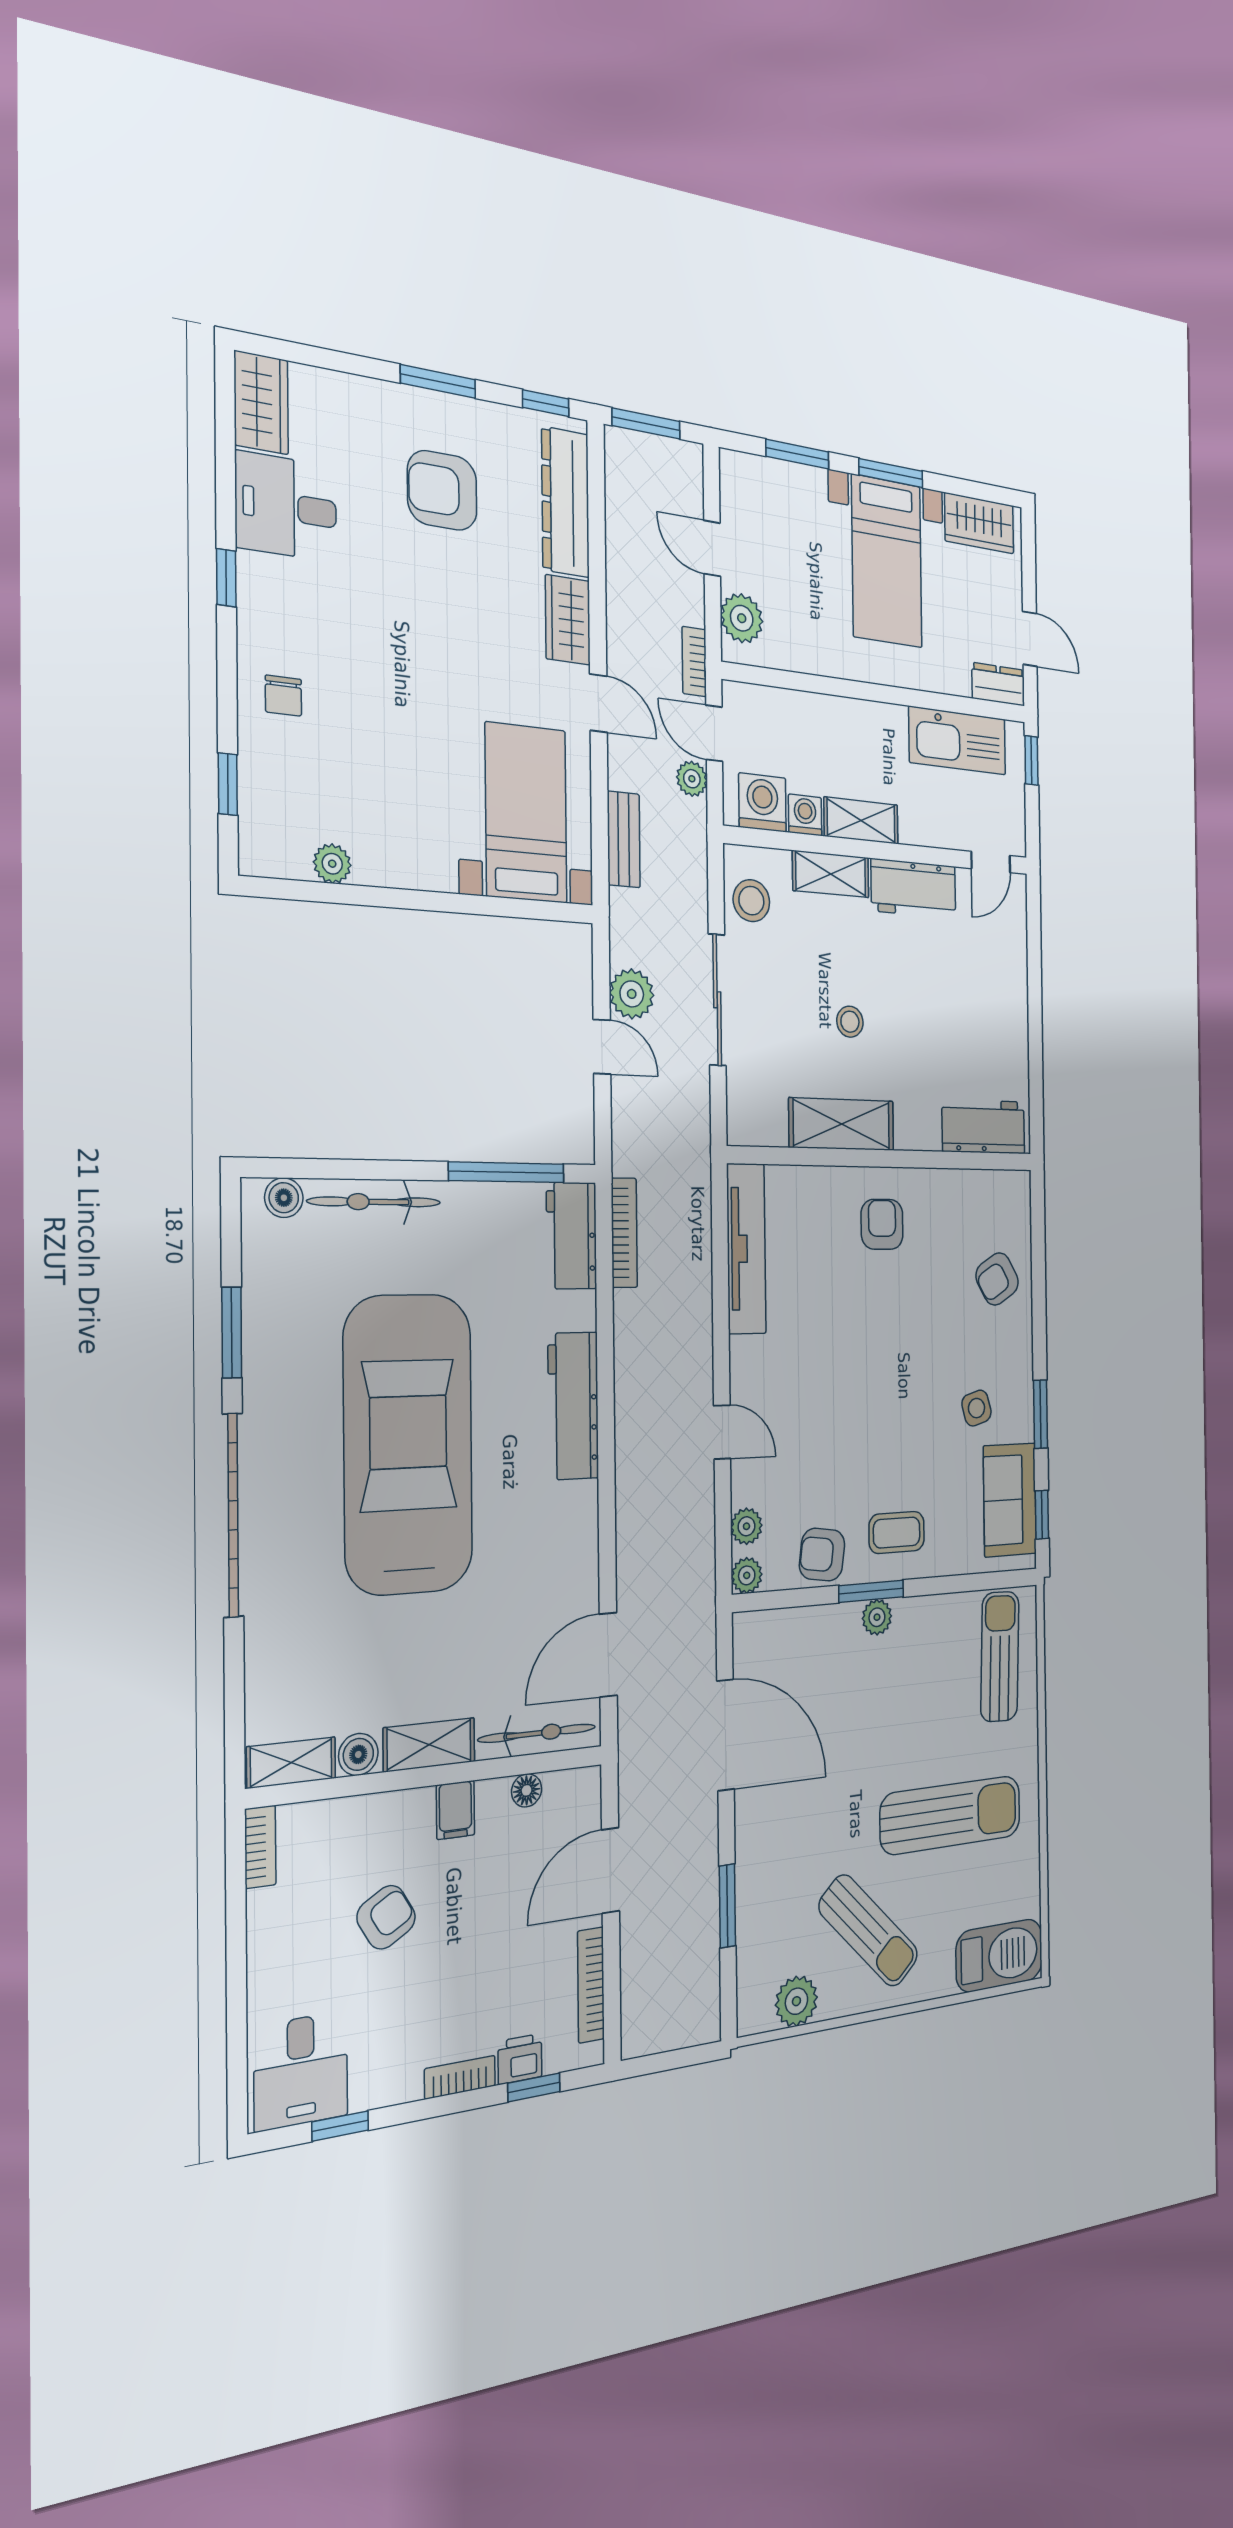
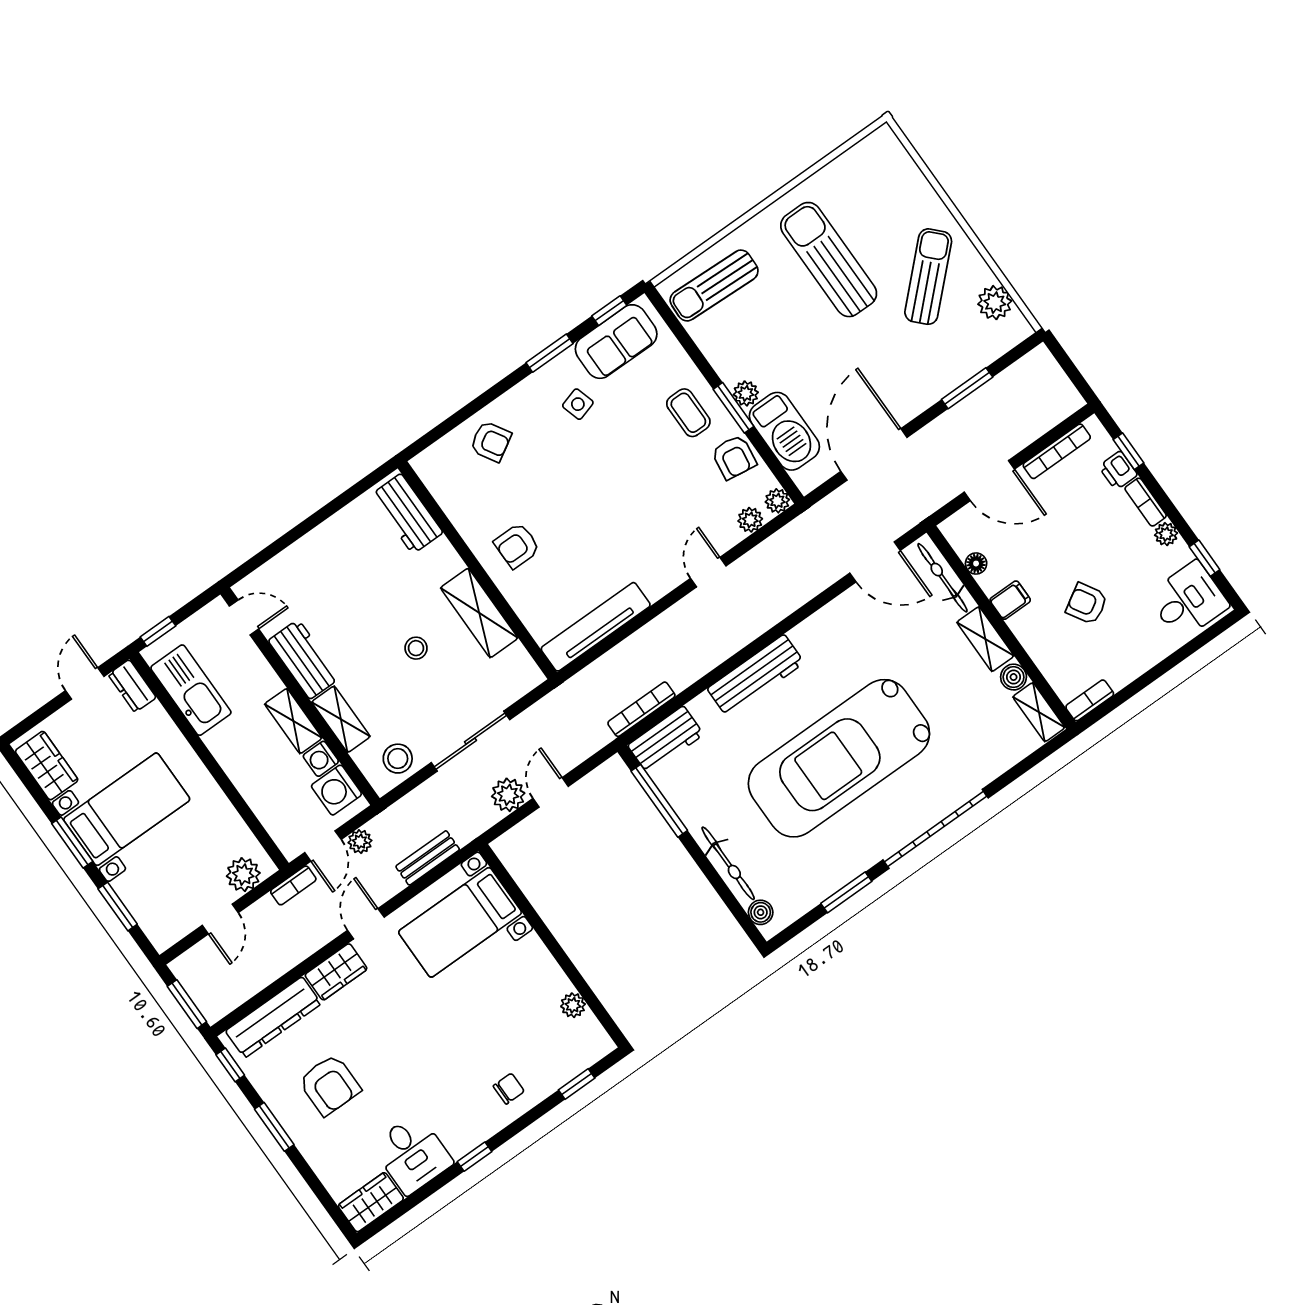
barbecue: (999, 1955) -> (784, 431), moved, turned 180
plant: (404, 2085) -> (1166, 534), added

